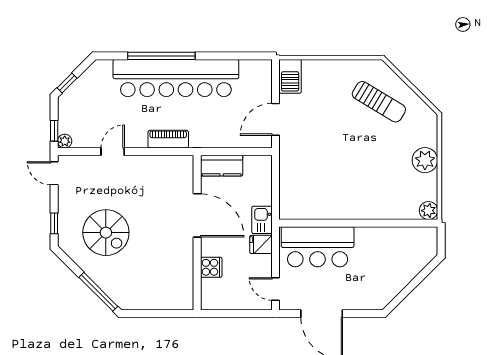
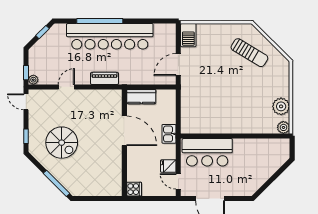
window: (67, 83) -> (42, 32), moved
plant: (425, 160) -> (281, 106), moved
fridge: (261, 244) -> (168, 166), moved
cooker: (211, 267) -> (134, 189), moved

